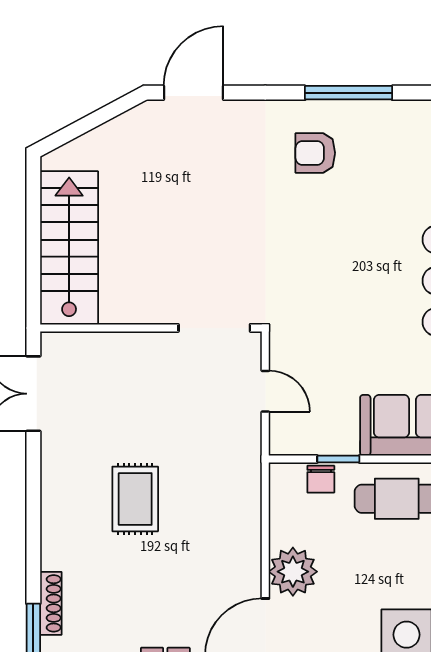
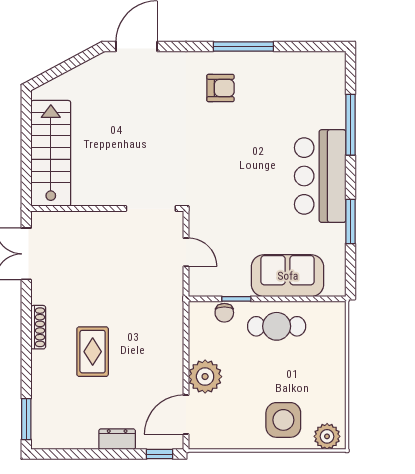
armchair: (315, 153) -> (220, 88), turned 180
rug: (135, 499) -> (93, 352), moved
shoe rack: (51, 603) -> (38, 327), moved

